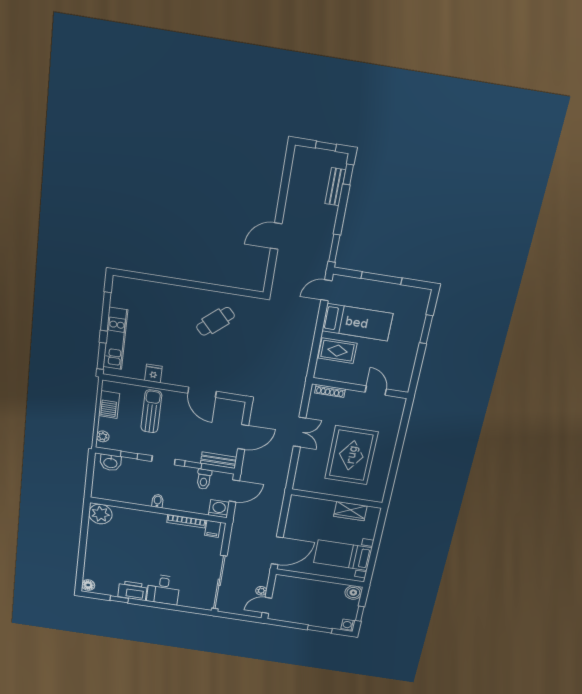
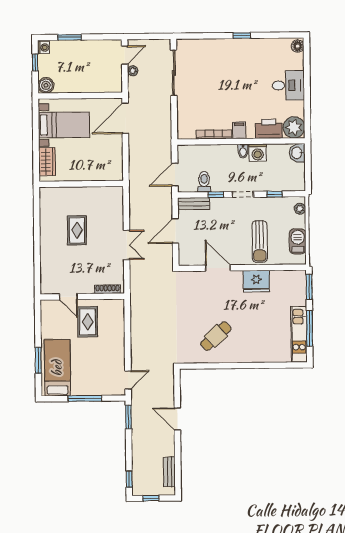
bench: (335, 187) -> (169, 472), moved
door: (276, 236) -> (177, 419), swing flipped
bed: (357, 322) -> (57, 368), moved, turned 90
kitchen unit: (116, 339) -> (299, 334), moved
rug: (338, 351) -> (88, 322), moved, turned 90
fridge: (153, 373) -> (256, 281), width x1.88, depth x1.34
double door: (300, 432) -> (127, 245), swing flipped
rug: (351, 455) -> (77, 230), width x0.54, depth x0.49
washbasin: (110, 463) -> (297, 153), moved, turned -90
washing machine: (219, 509) -> (258, 153), moved
wardrobe: (350, 511) -> (47, 162), moved, turned 90
filing cabinet: (213, 529) -> (239, 130), moved
sliding door: (219, 582) -> (174, 73), width x0.73
desk: (163, 590) -> (288, 85), moved, turned 90
printer: (132, 591) -> (269, 129), moved, turned 180
window: (119, 599) -> (242, 35), moved

